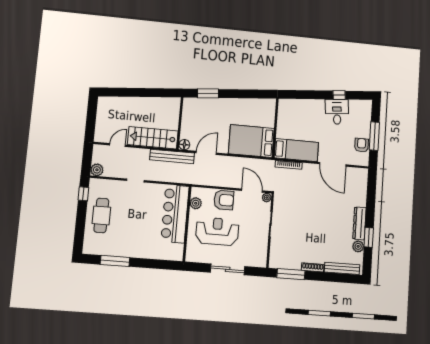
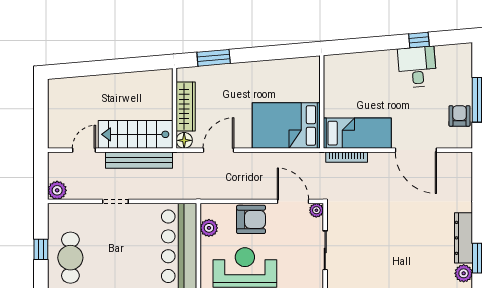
wardrobe: (187, 123) -> (186, 106), added
bench: (172, 156) -> (139, 160), moved
window: (83, 194) -> (41, 249), moved

